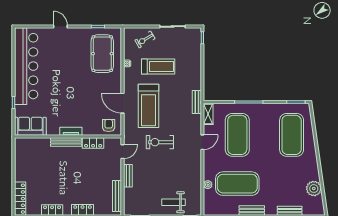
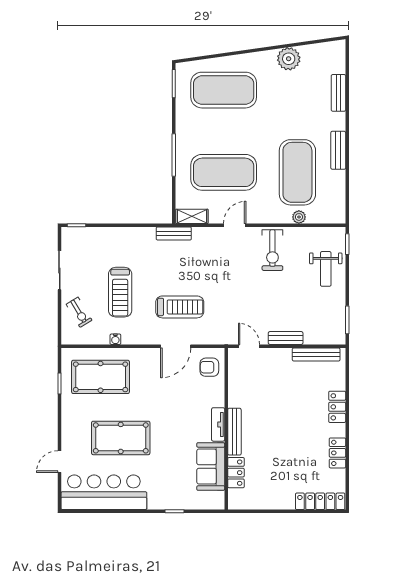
door: (60, 26) -> (59, 462), moved
bar counter: (26, 66) -> (104, 492), width x0.73
pool table: (62, 67) -> (121, 438), added
treadmill: (158, 67) -> (120, 292), turned 180
treadmill: (148, 106) -> (180, 307), width x0.73, depth x0.73
sofa: (30, 126) -> (211, 467), moved
exercise bike: (160, 142) -> (272, 250), moved
door: (202, 142) -> (235, 225), hinge flipped
locker: (93, 143) -> (236, 473), moved
plant: (314, 189) -> (289, 59), moved

